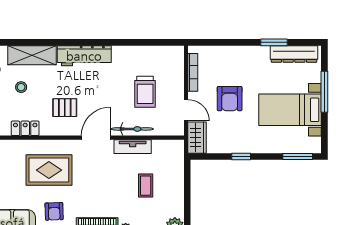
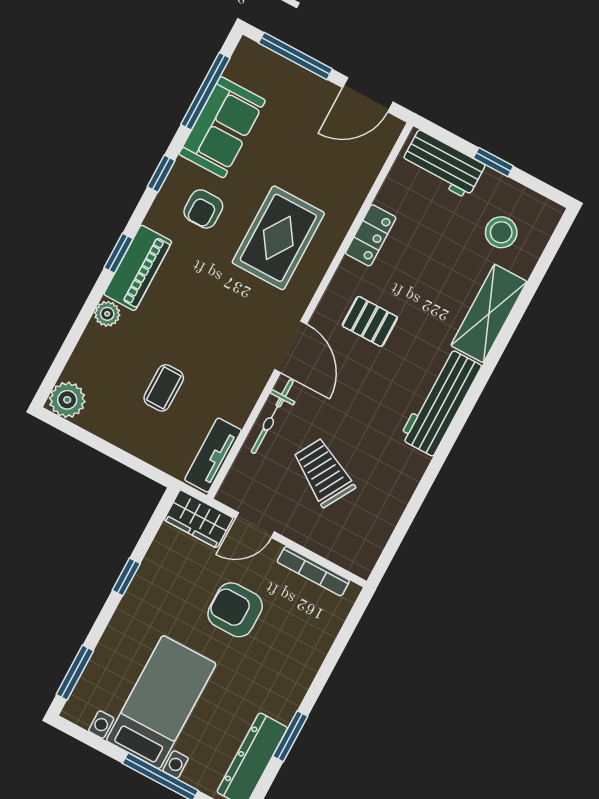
stool: (21, 87) -> (444, 266), removed
trolley: (145, 92) -> (324, 472), turned 30
pallet: (65, 108) -> (370, 321), turned 90
tv unit: (133, 147) -> (213, 455), moved
coffee table: (146, 186) -> (164, 388), turned 90
armchair: (54, 211) -> (203, 209), turned -88

